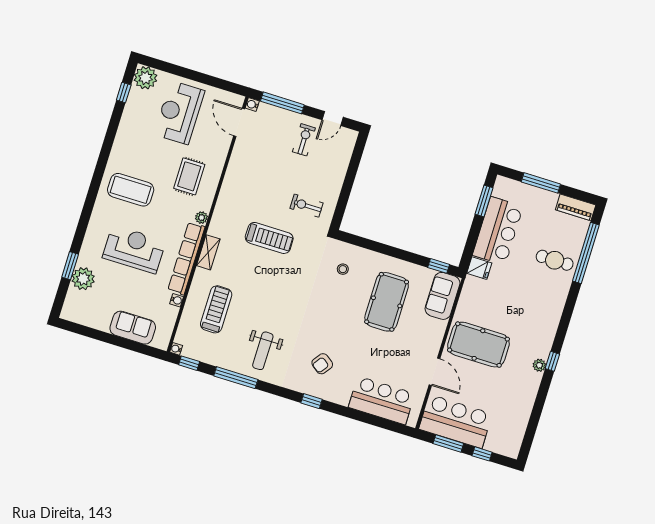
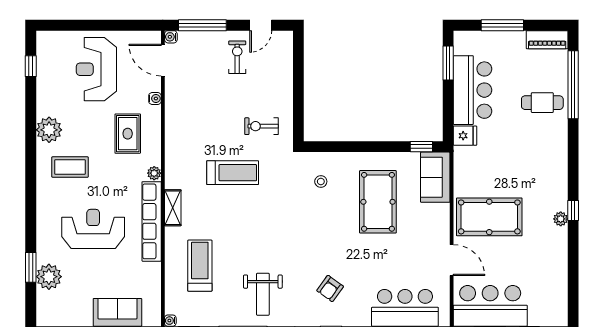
plant: (145, 78) -> (49, 130), moved
coffee table: (131, 190) -> (70, 167), width x0.73, depth x0.76
water cooler: (177, 300) -> (155, 98), moved

